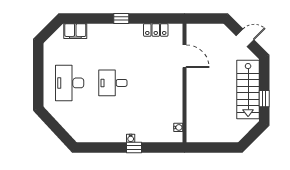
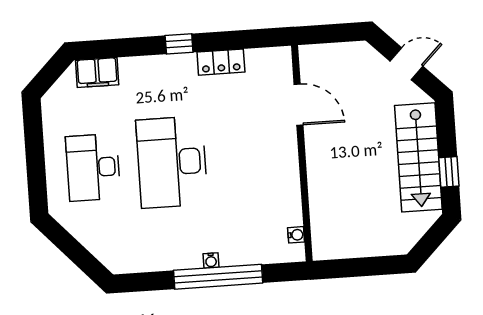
locker: (156, 30) -> (221, 62), moved
desk: (113, 83) -> (172, 162), width x1.87, depth x1.30
window: (134, 147) -> (218, 277), width x3.17

